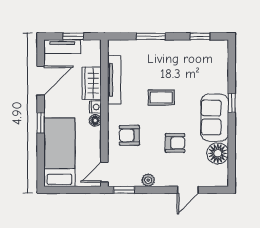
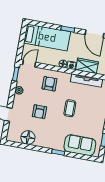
sofa: (215, 118) -> (80, 145), moved
door: (104, 172) -> (29, 64), hinge flipped

